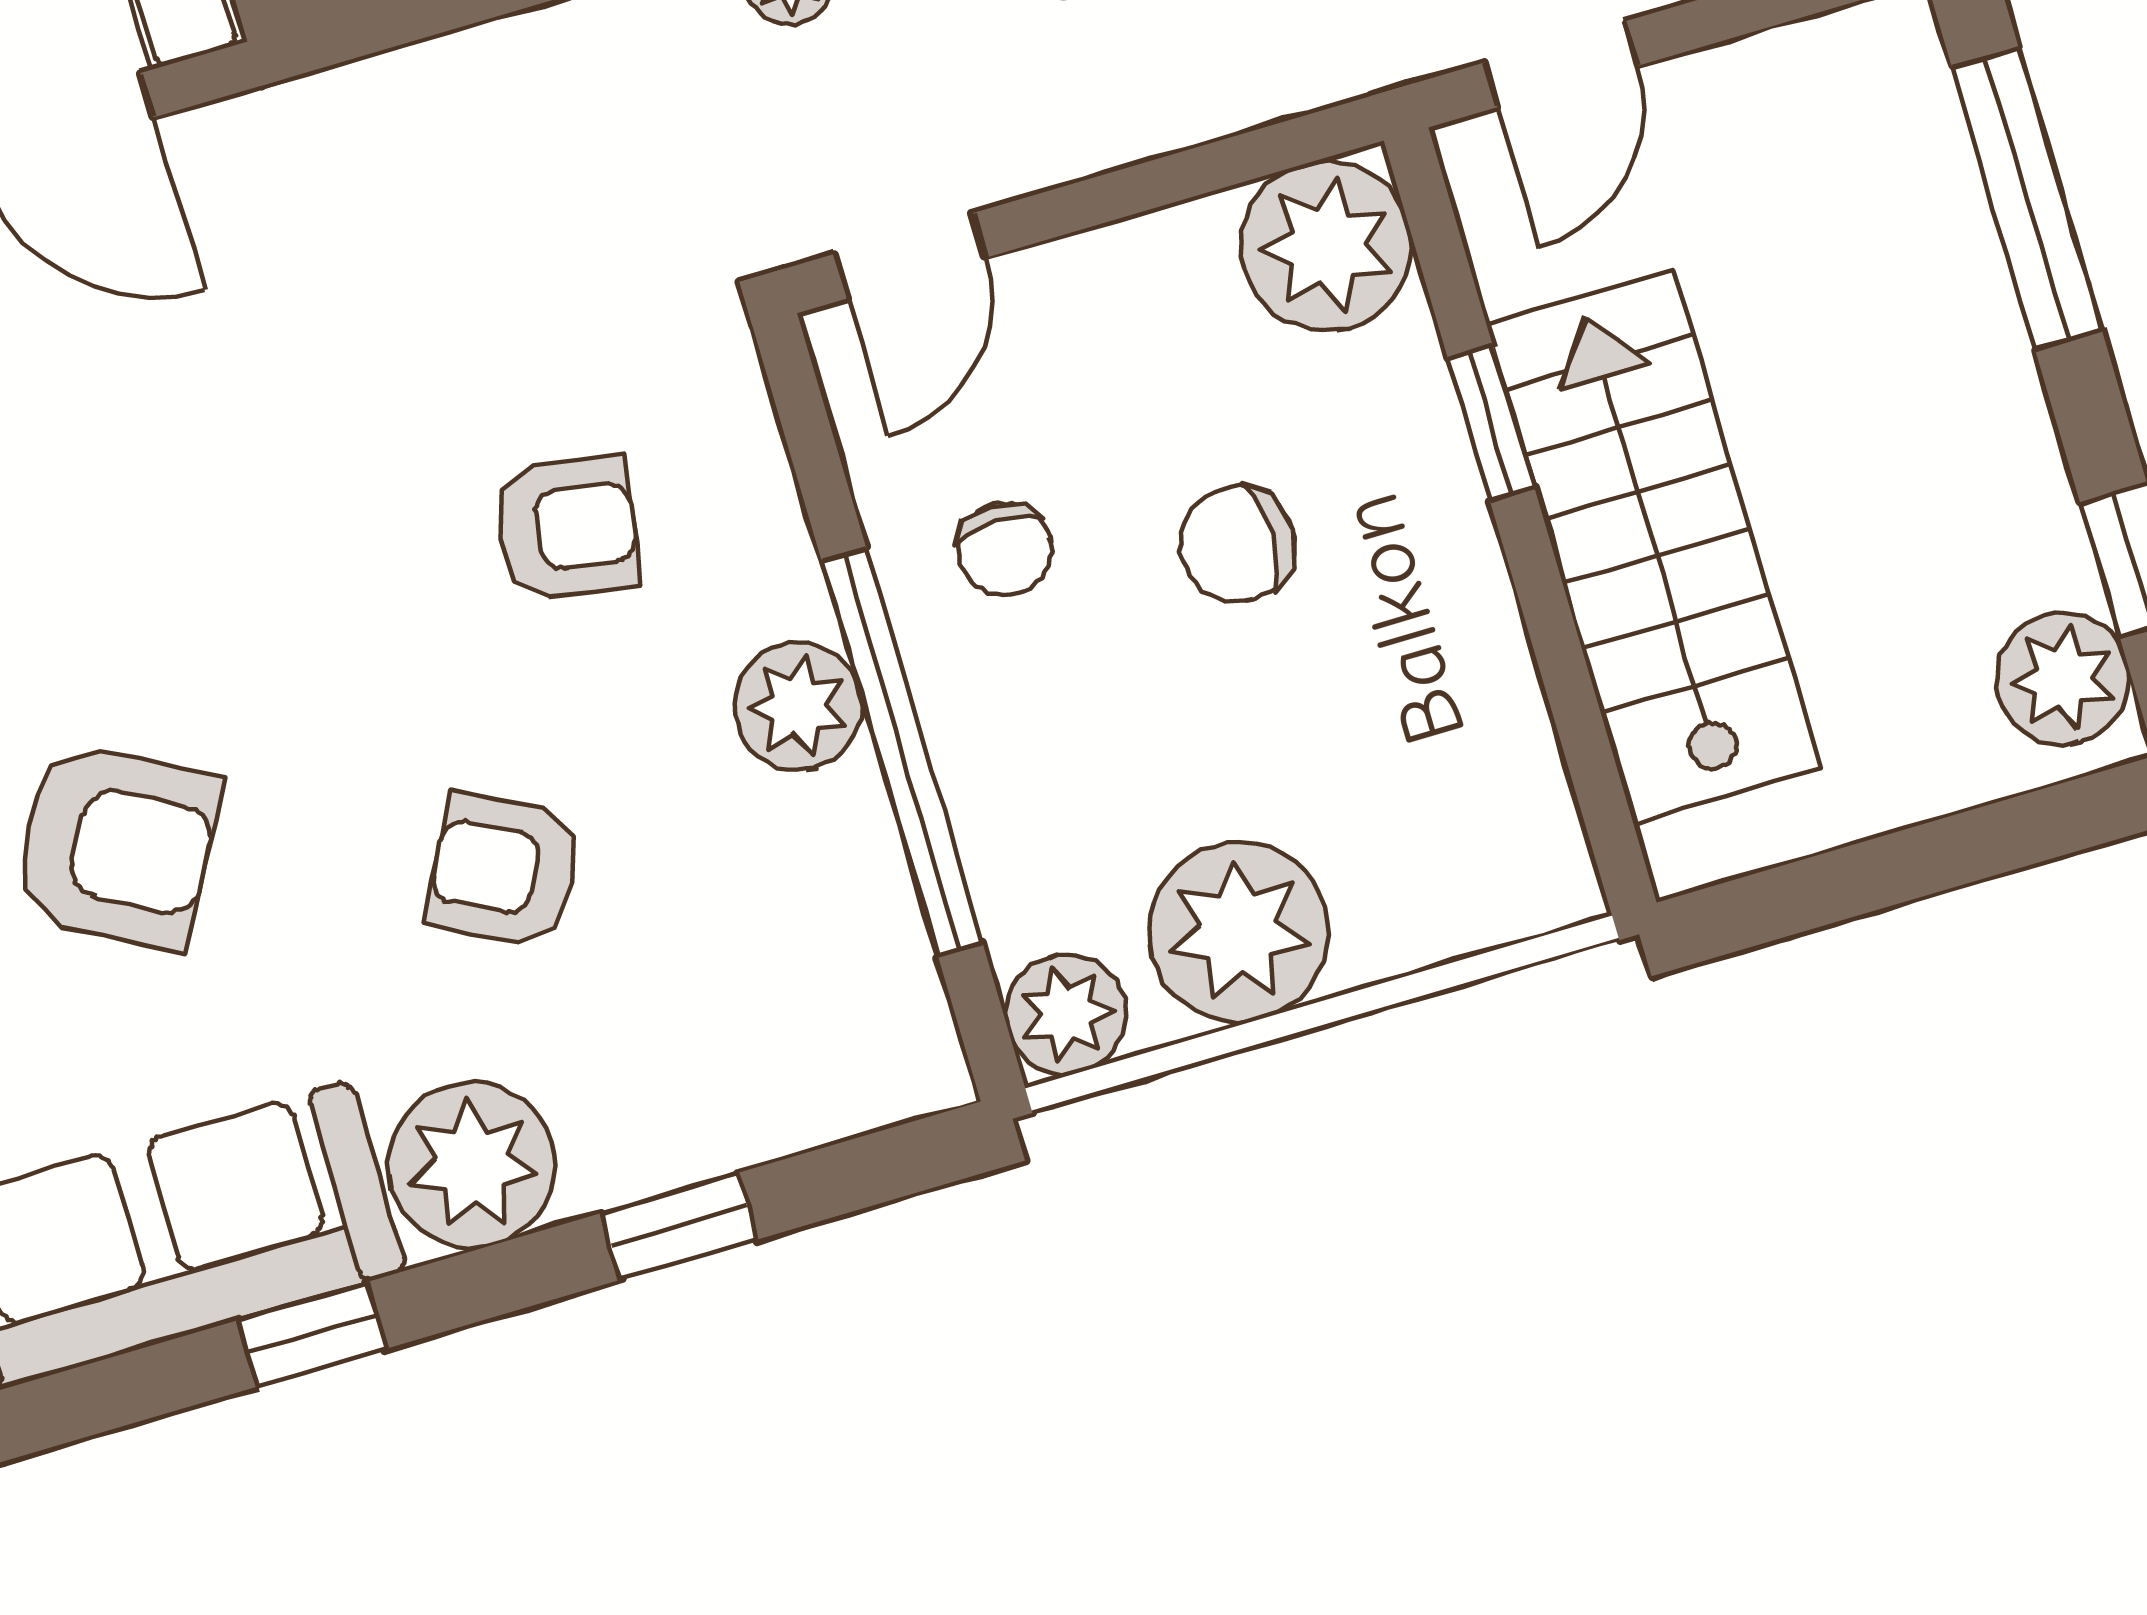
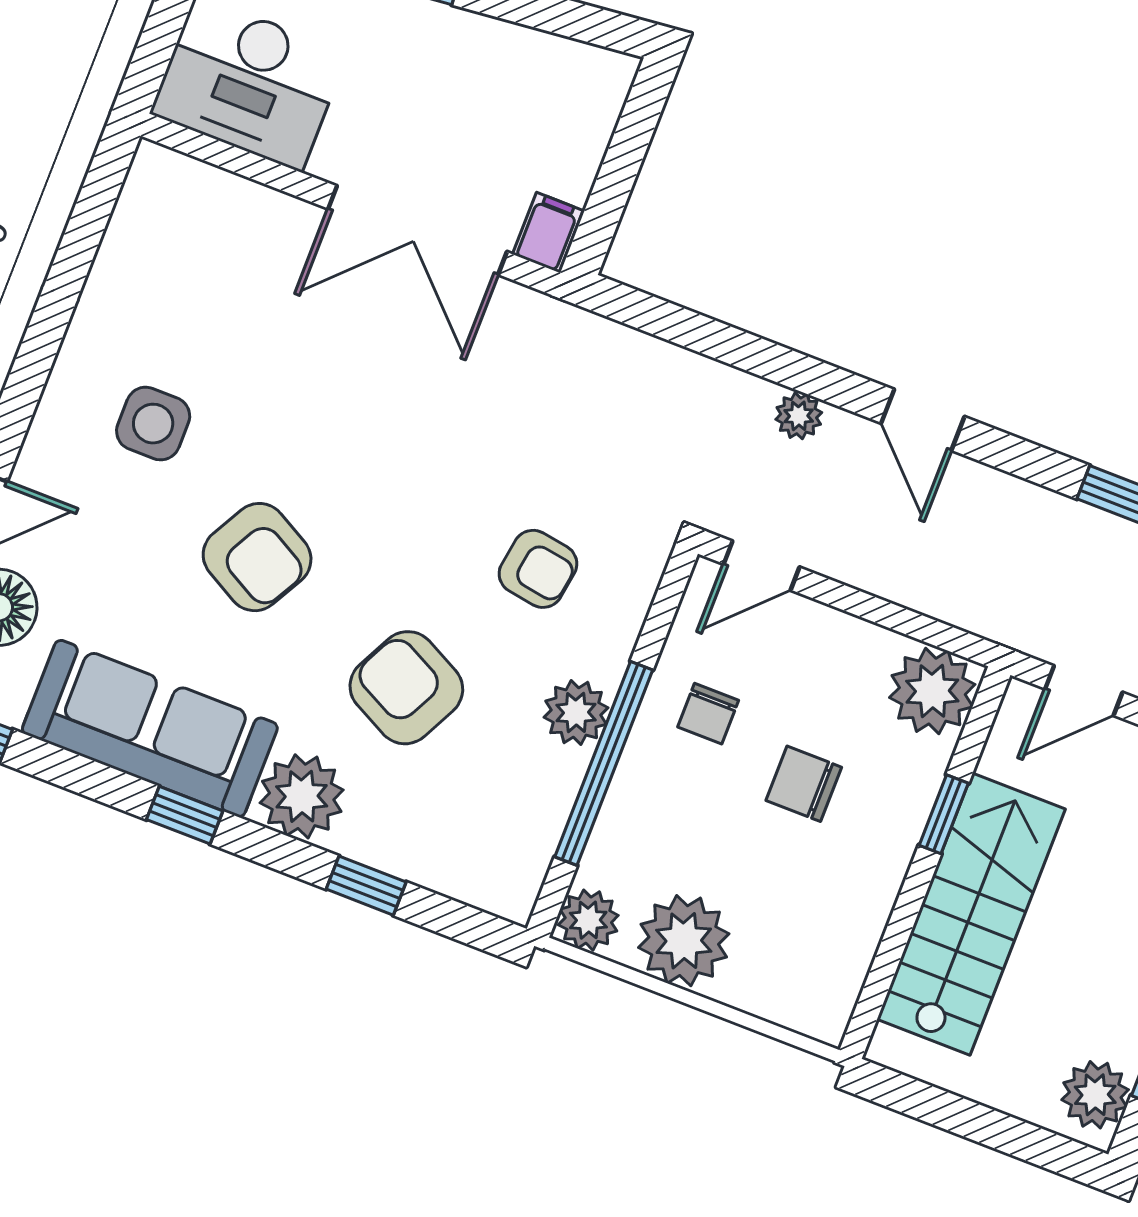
armchair: (505, 871) -> (406, 688), width x1.38, depth x1.38

